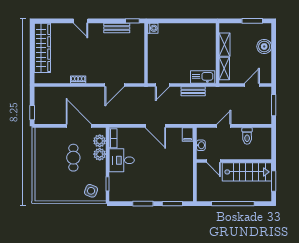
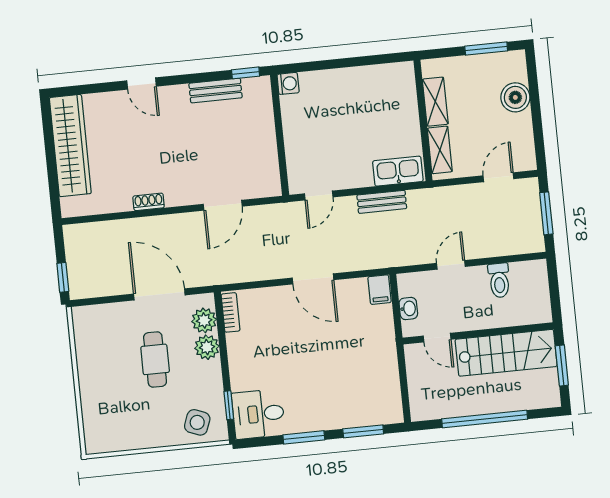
desk: (122, 160) -> (258, 414), moved

